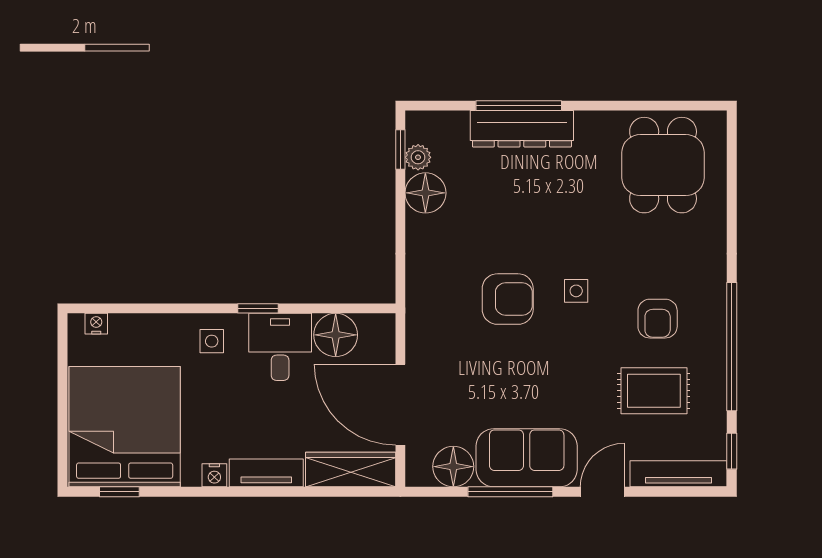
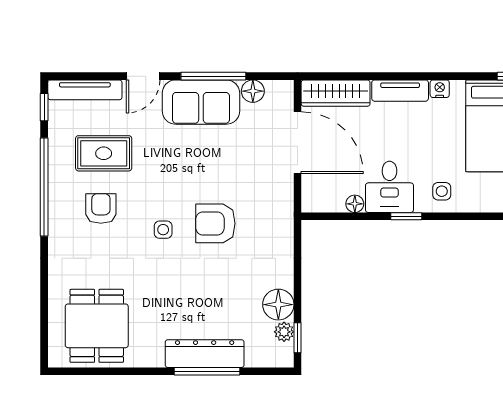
floor lamp: (336, 335) -> (355, 204), width x0.53, depth x0.53
floor lamp: (453, 467) -> (253, 91), width x0.73, depth x0.73

